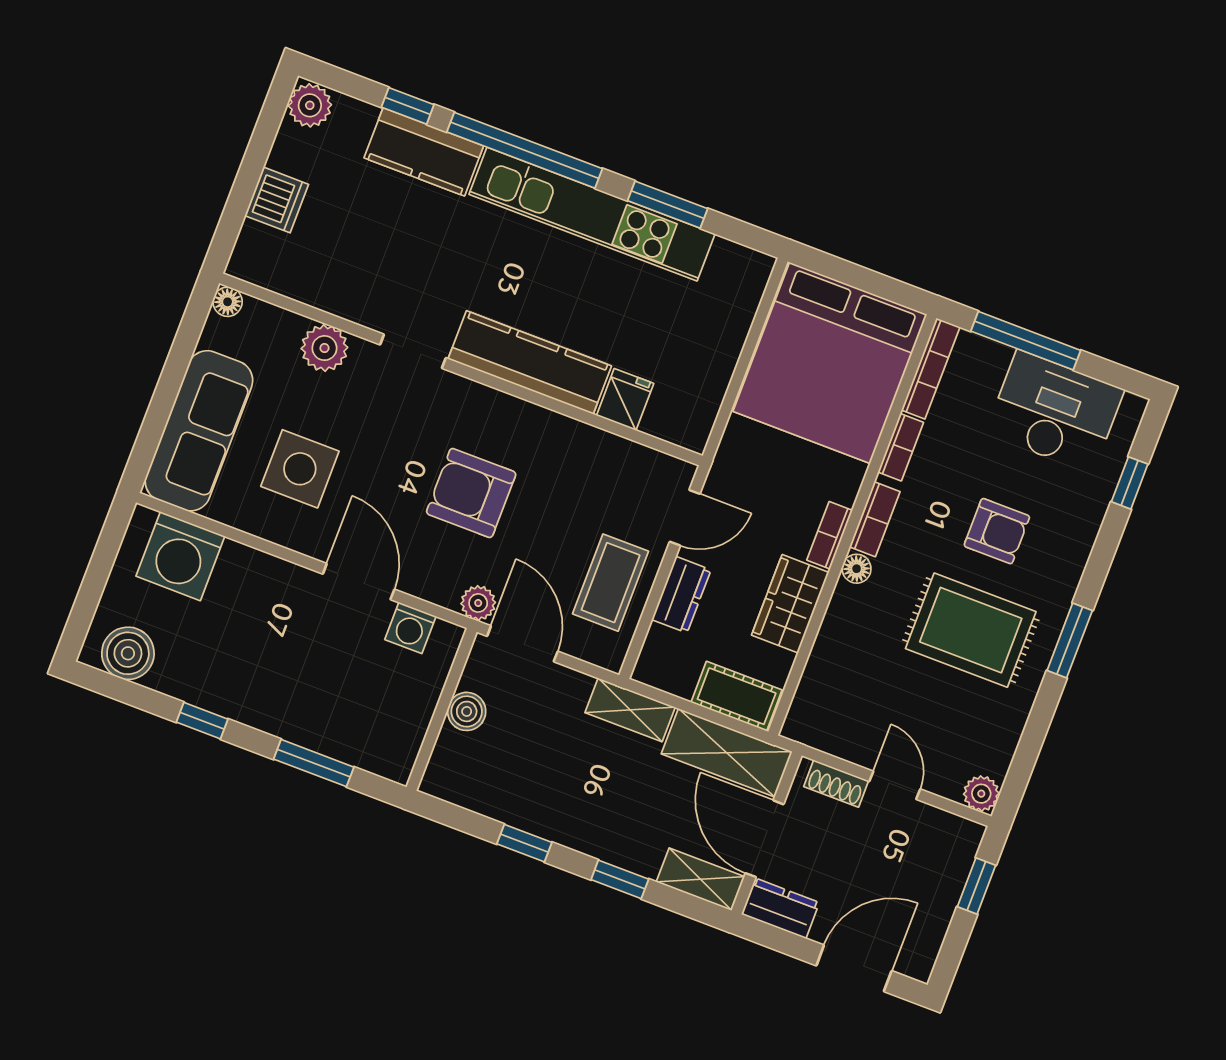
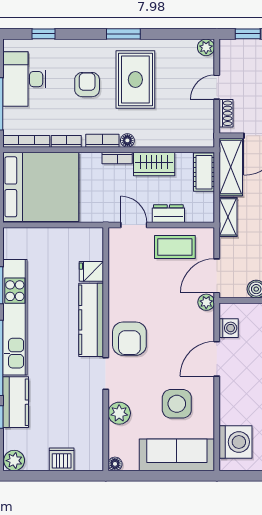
armchair: (471, 493) -> (129, 339), moved

